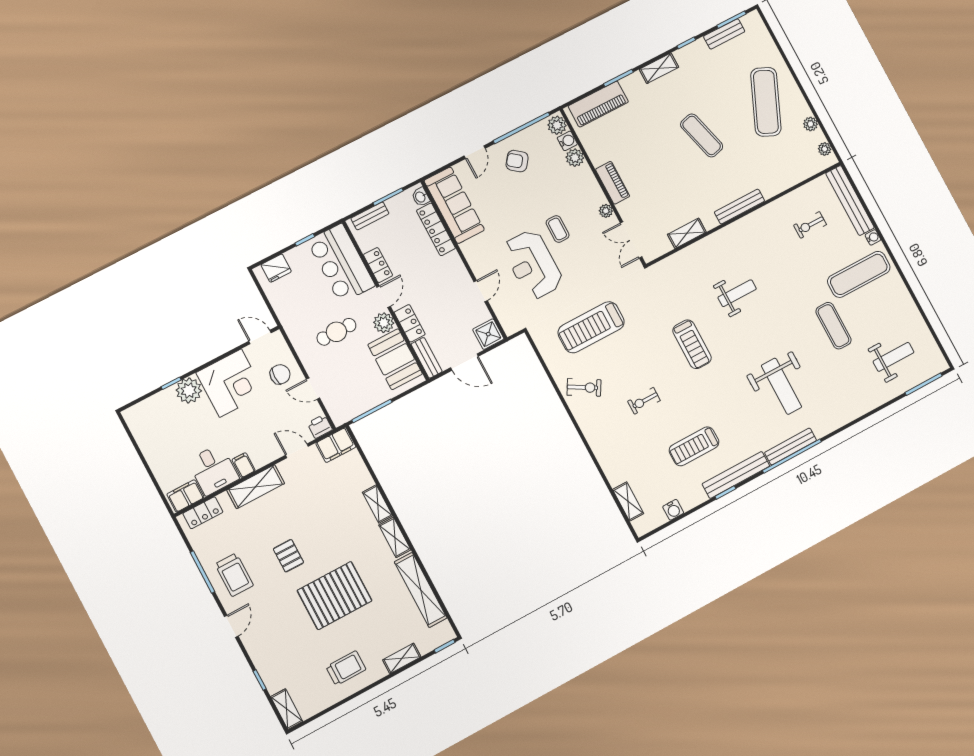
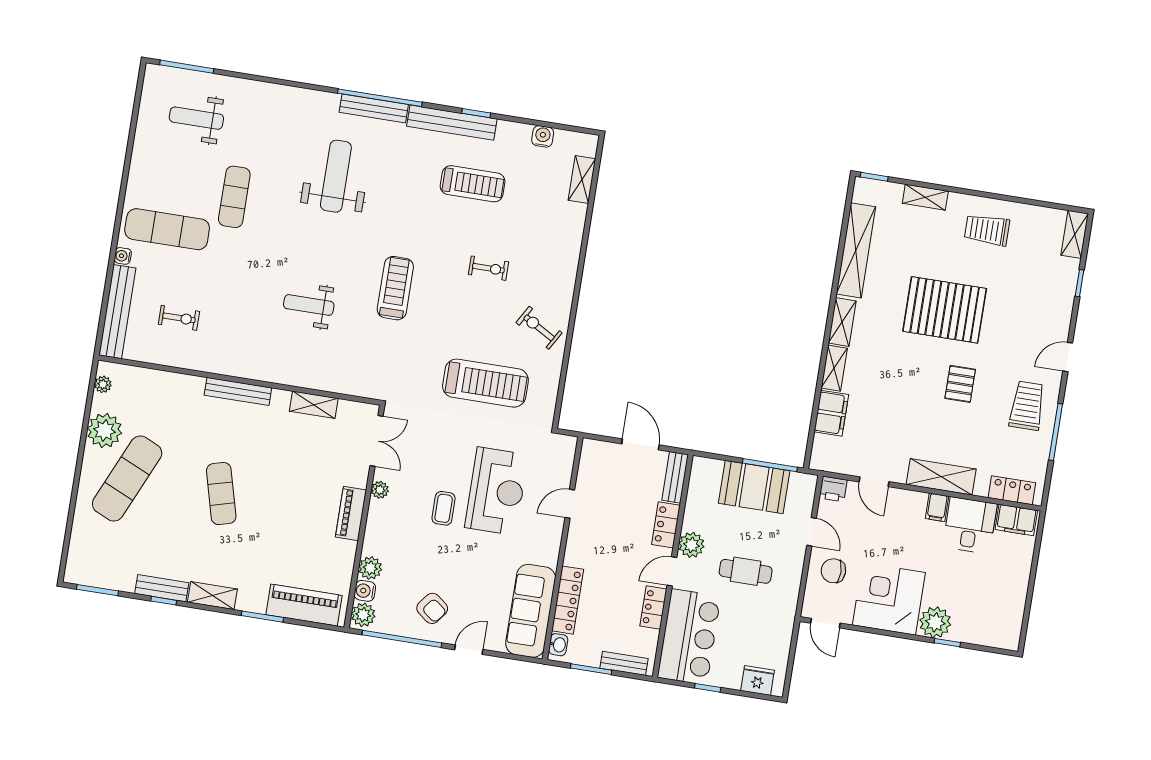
bench: (724, 34) -> (162, 588), moved
plant: (811, 124) -> (105, 430), width x1.87, depth x1.87
shower: (488, 334) -> (595, 454), removed
booth: (395, 359) -> (754, 487), moved, turned 90
filing cabinet: (336, 445) -> (831, 413), moved, turned 90

